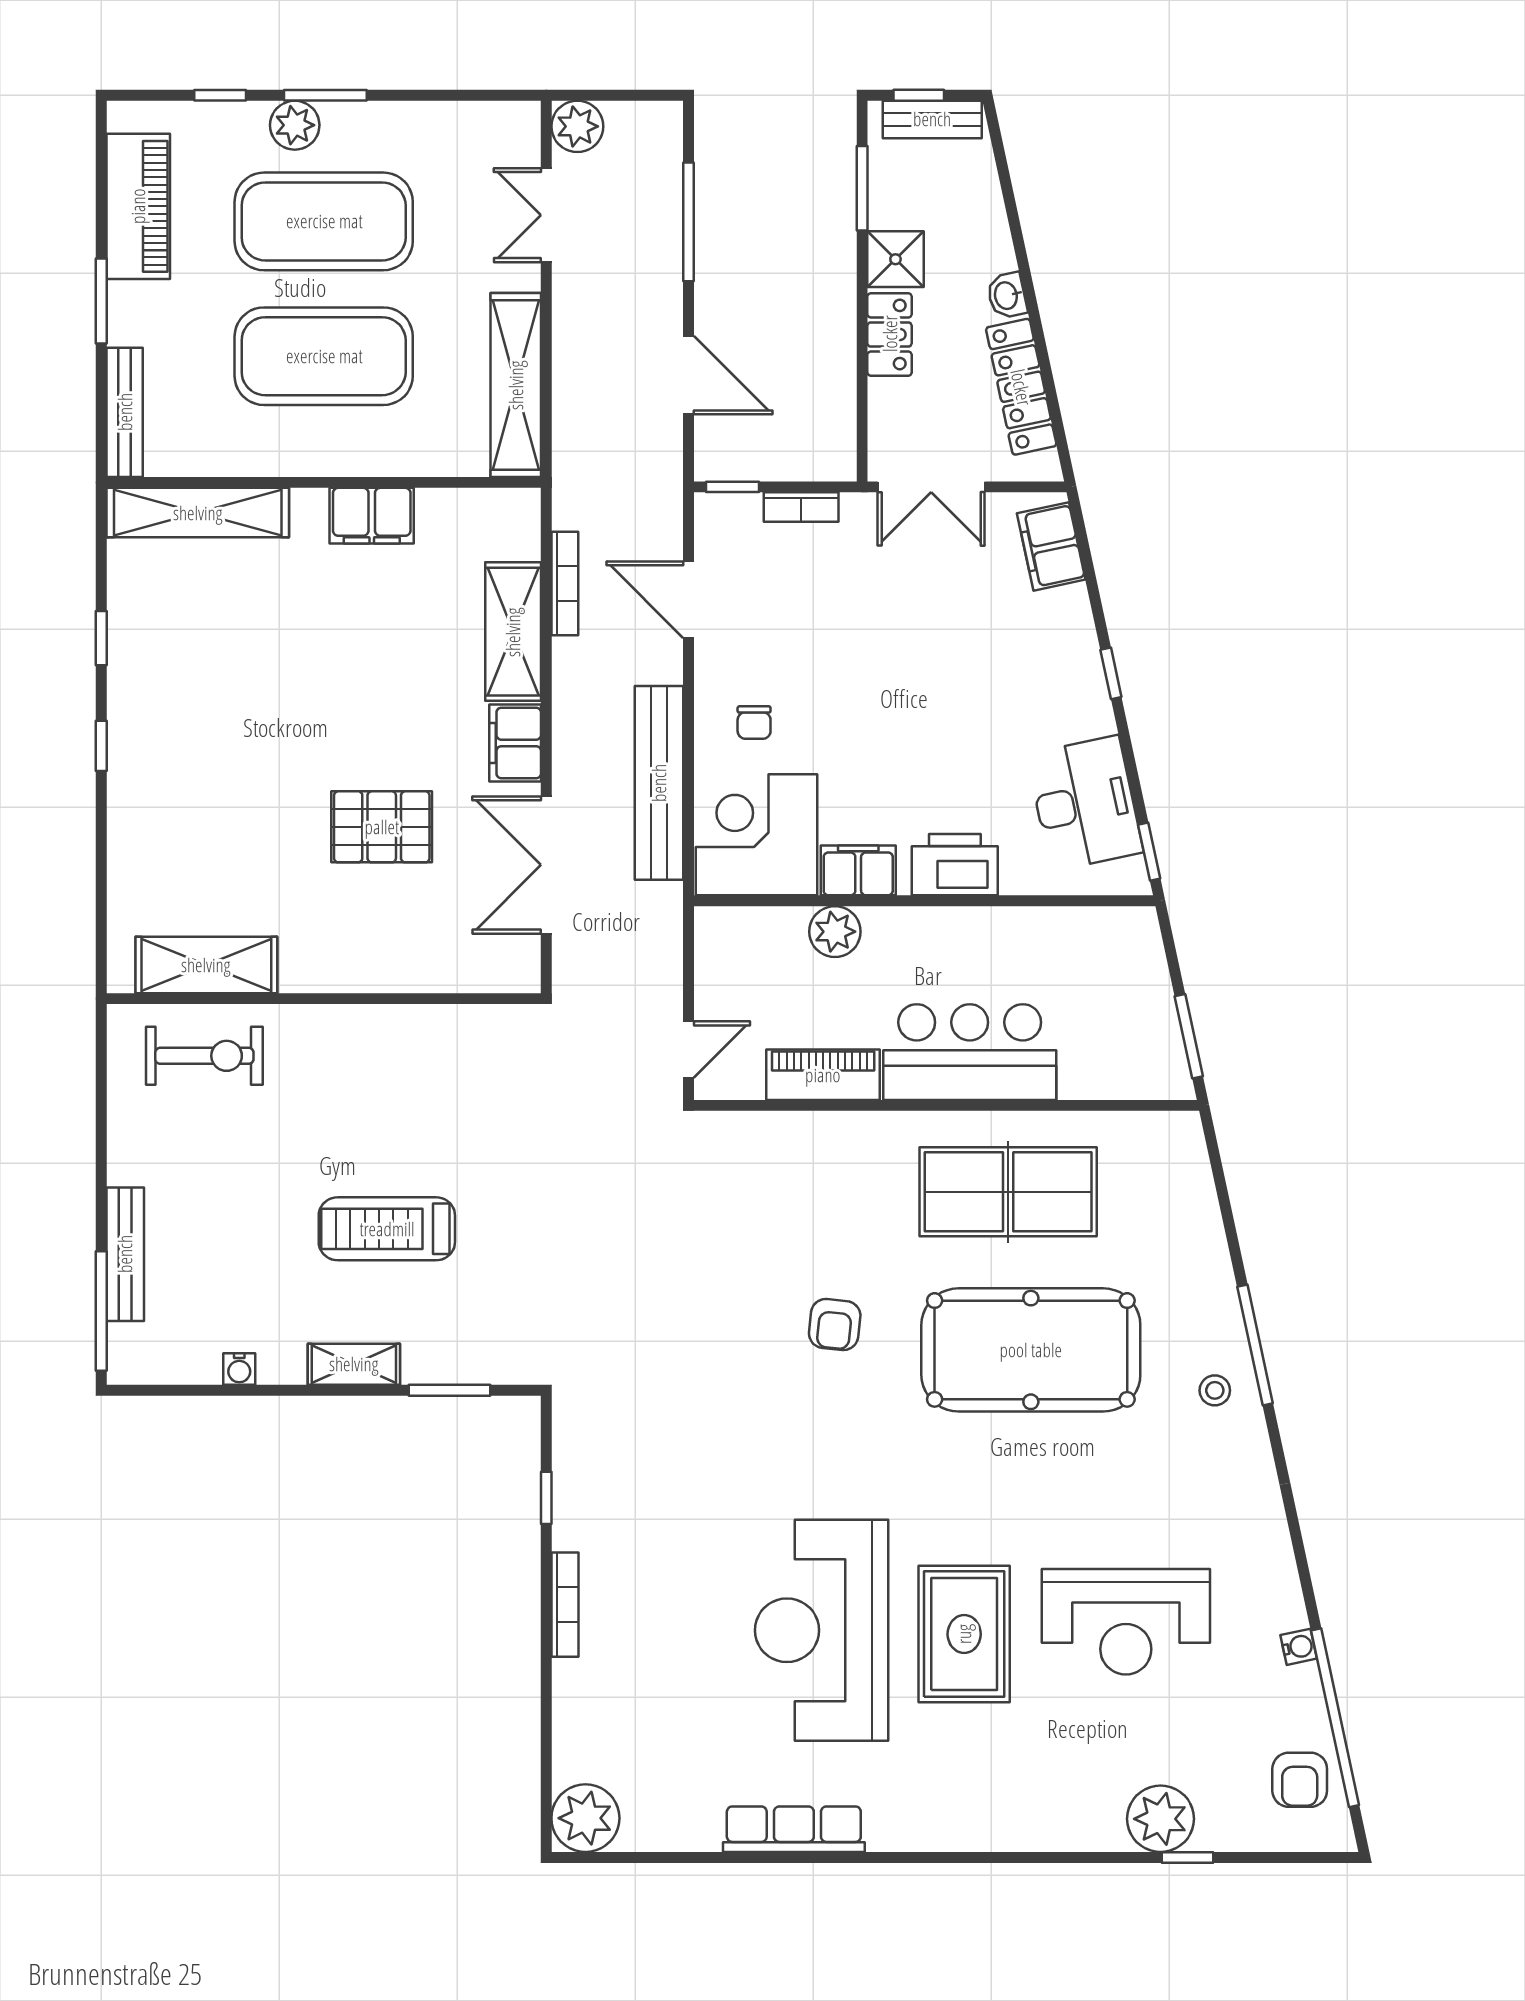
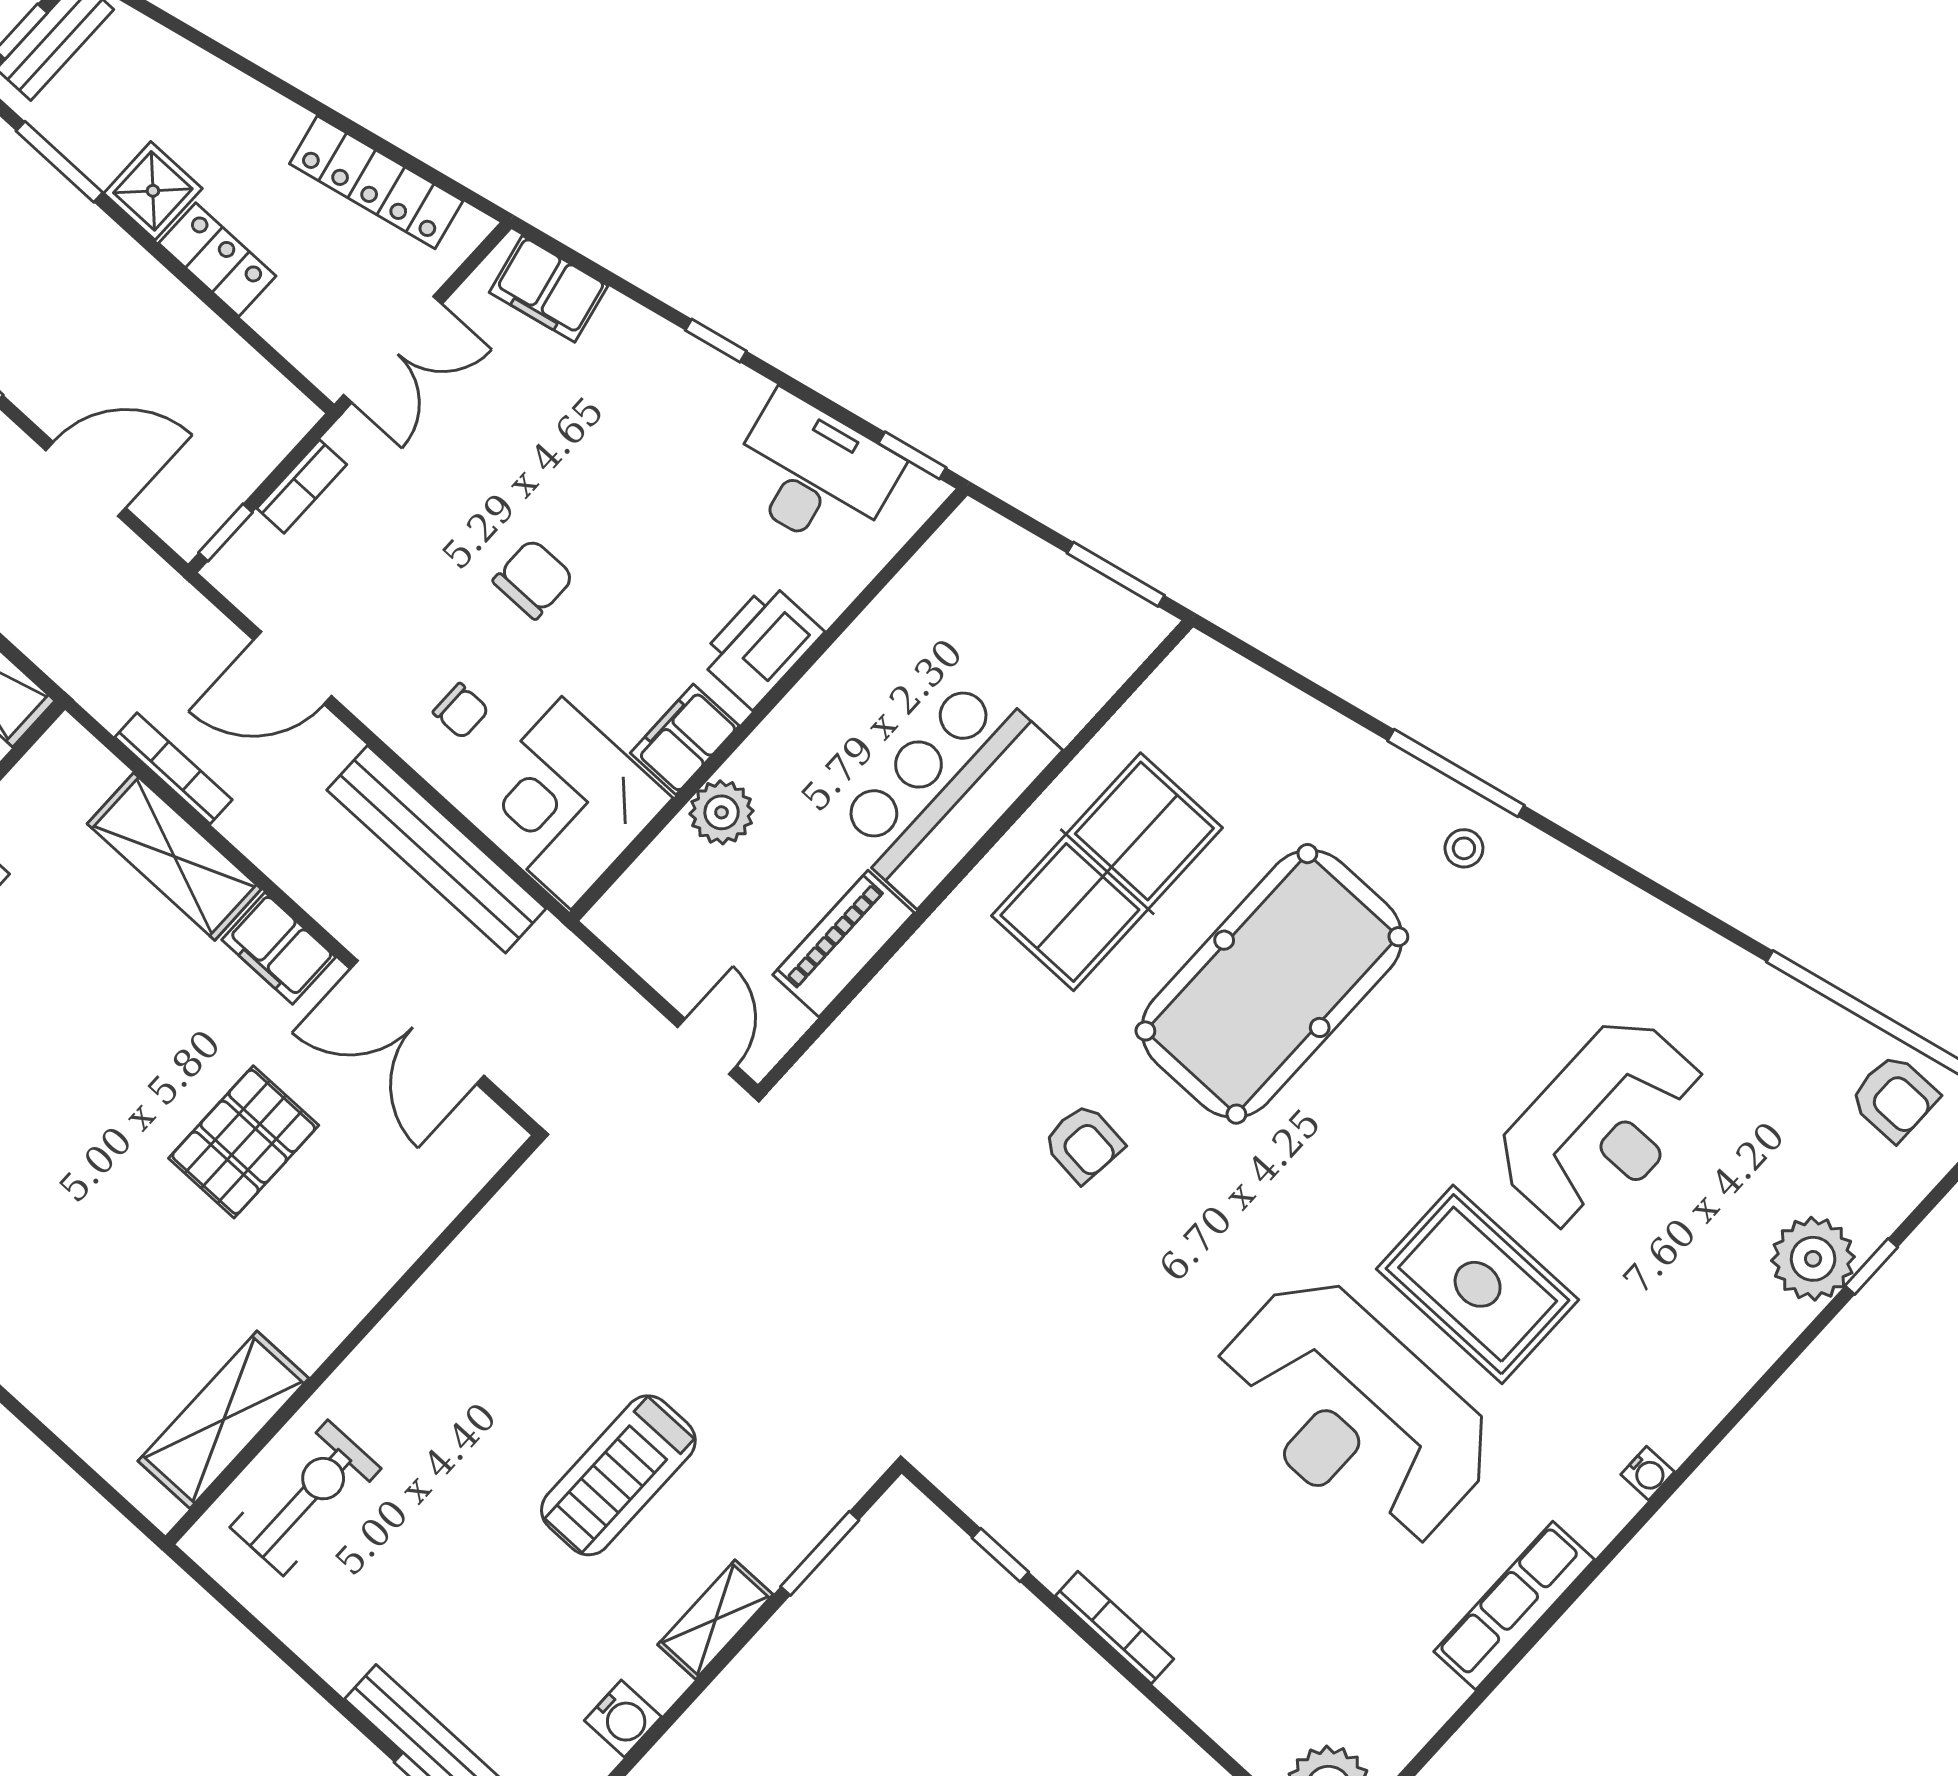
washbasin: (1007, 295) -> (280, 119), removed
chair: (871, 694) -> (533, 579), added
water cooler: (239, 1369) -> (623, 1719), width x1.38, depth x1.38
water cooler: (1299, 1647) -> (1648, 1473), moved, turned 102

